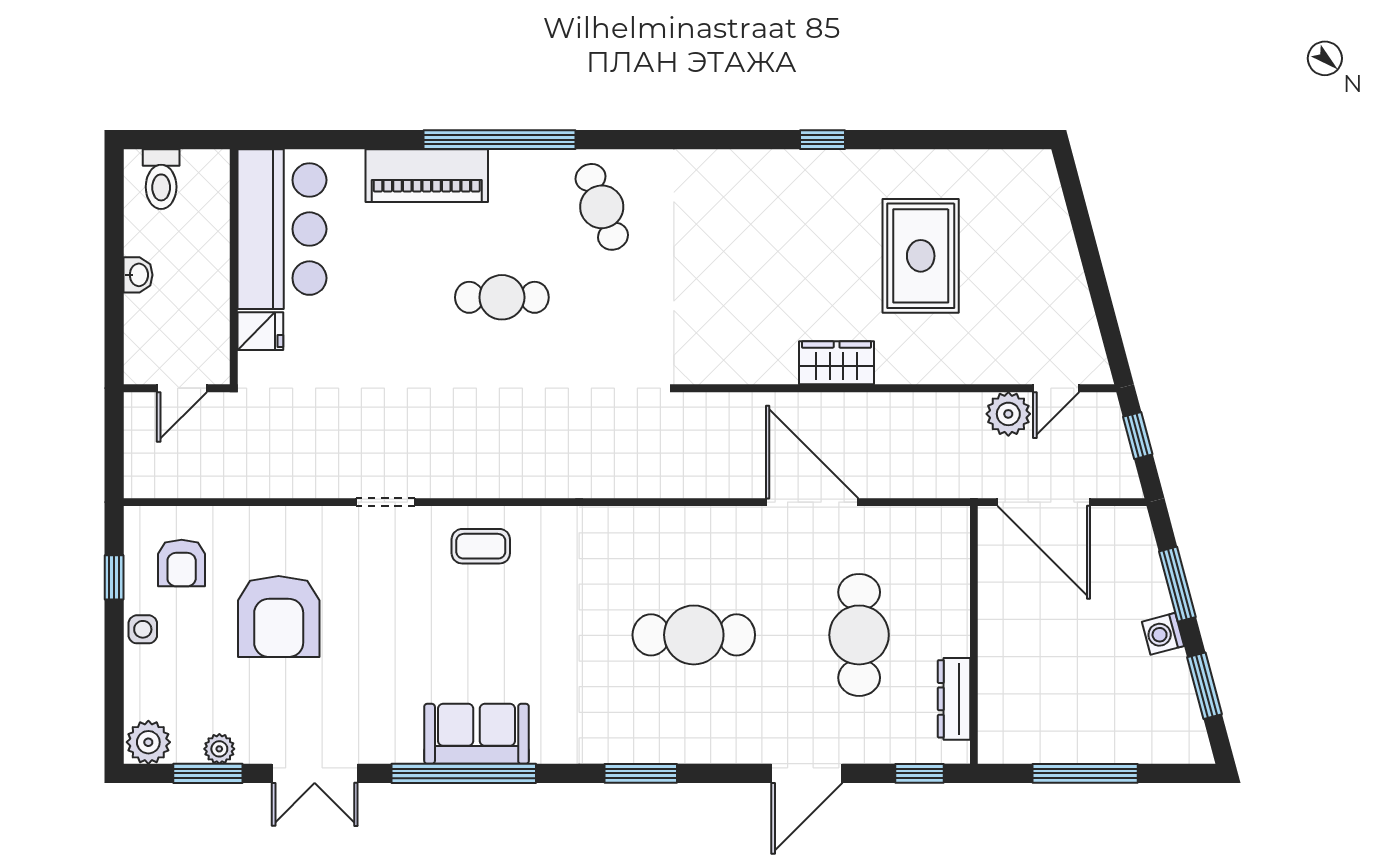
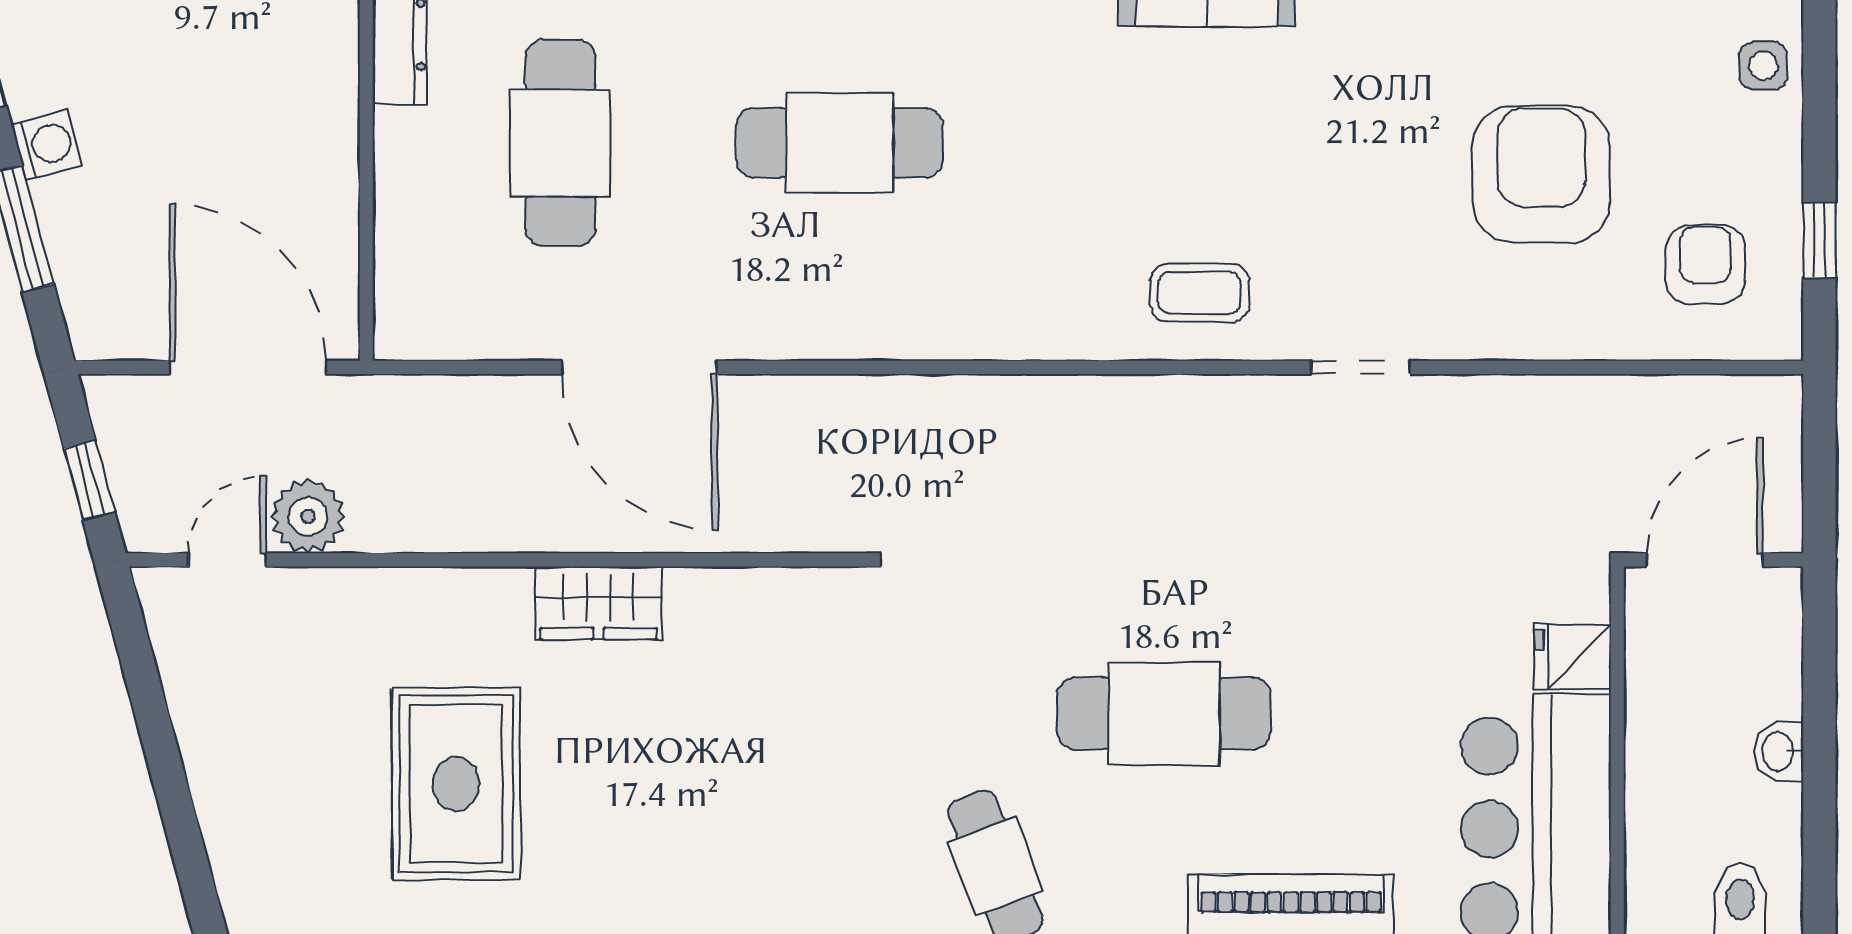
cafe table: (502, 297) -> (1164, 714), width x1.37, depth x1.35
door: (182, 388) -> (1705, 560), width x1.38
side table: (143, 629) -> (1763, 66), moved

